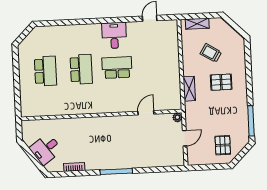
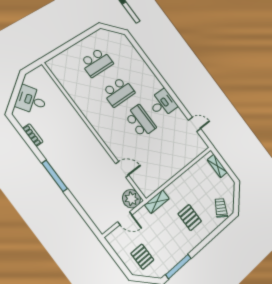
trolley: (211, 53) -> (221, 208), moved
shelving: (189, 89) -> (157, 202), moved
plant: (177, 117) -> (131, 199), width x1.88, depth x1.88
pallet: (223, 145) -> (142, 257), turned 90

